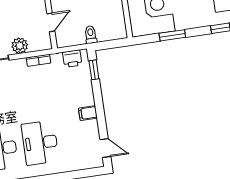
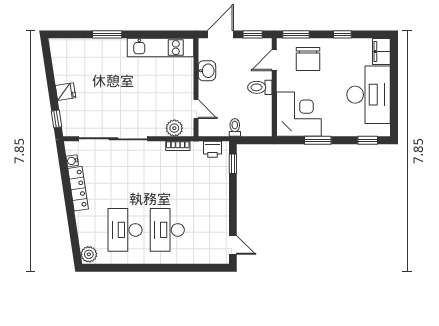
door: (51, 22) -> (196, 109), hinge flipped
plant: (20, 46) -> (174, 128), moved
filing cabinet: (88, 113) -> (220, 207), removed

